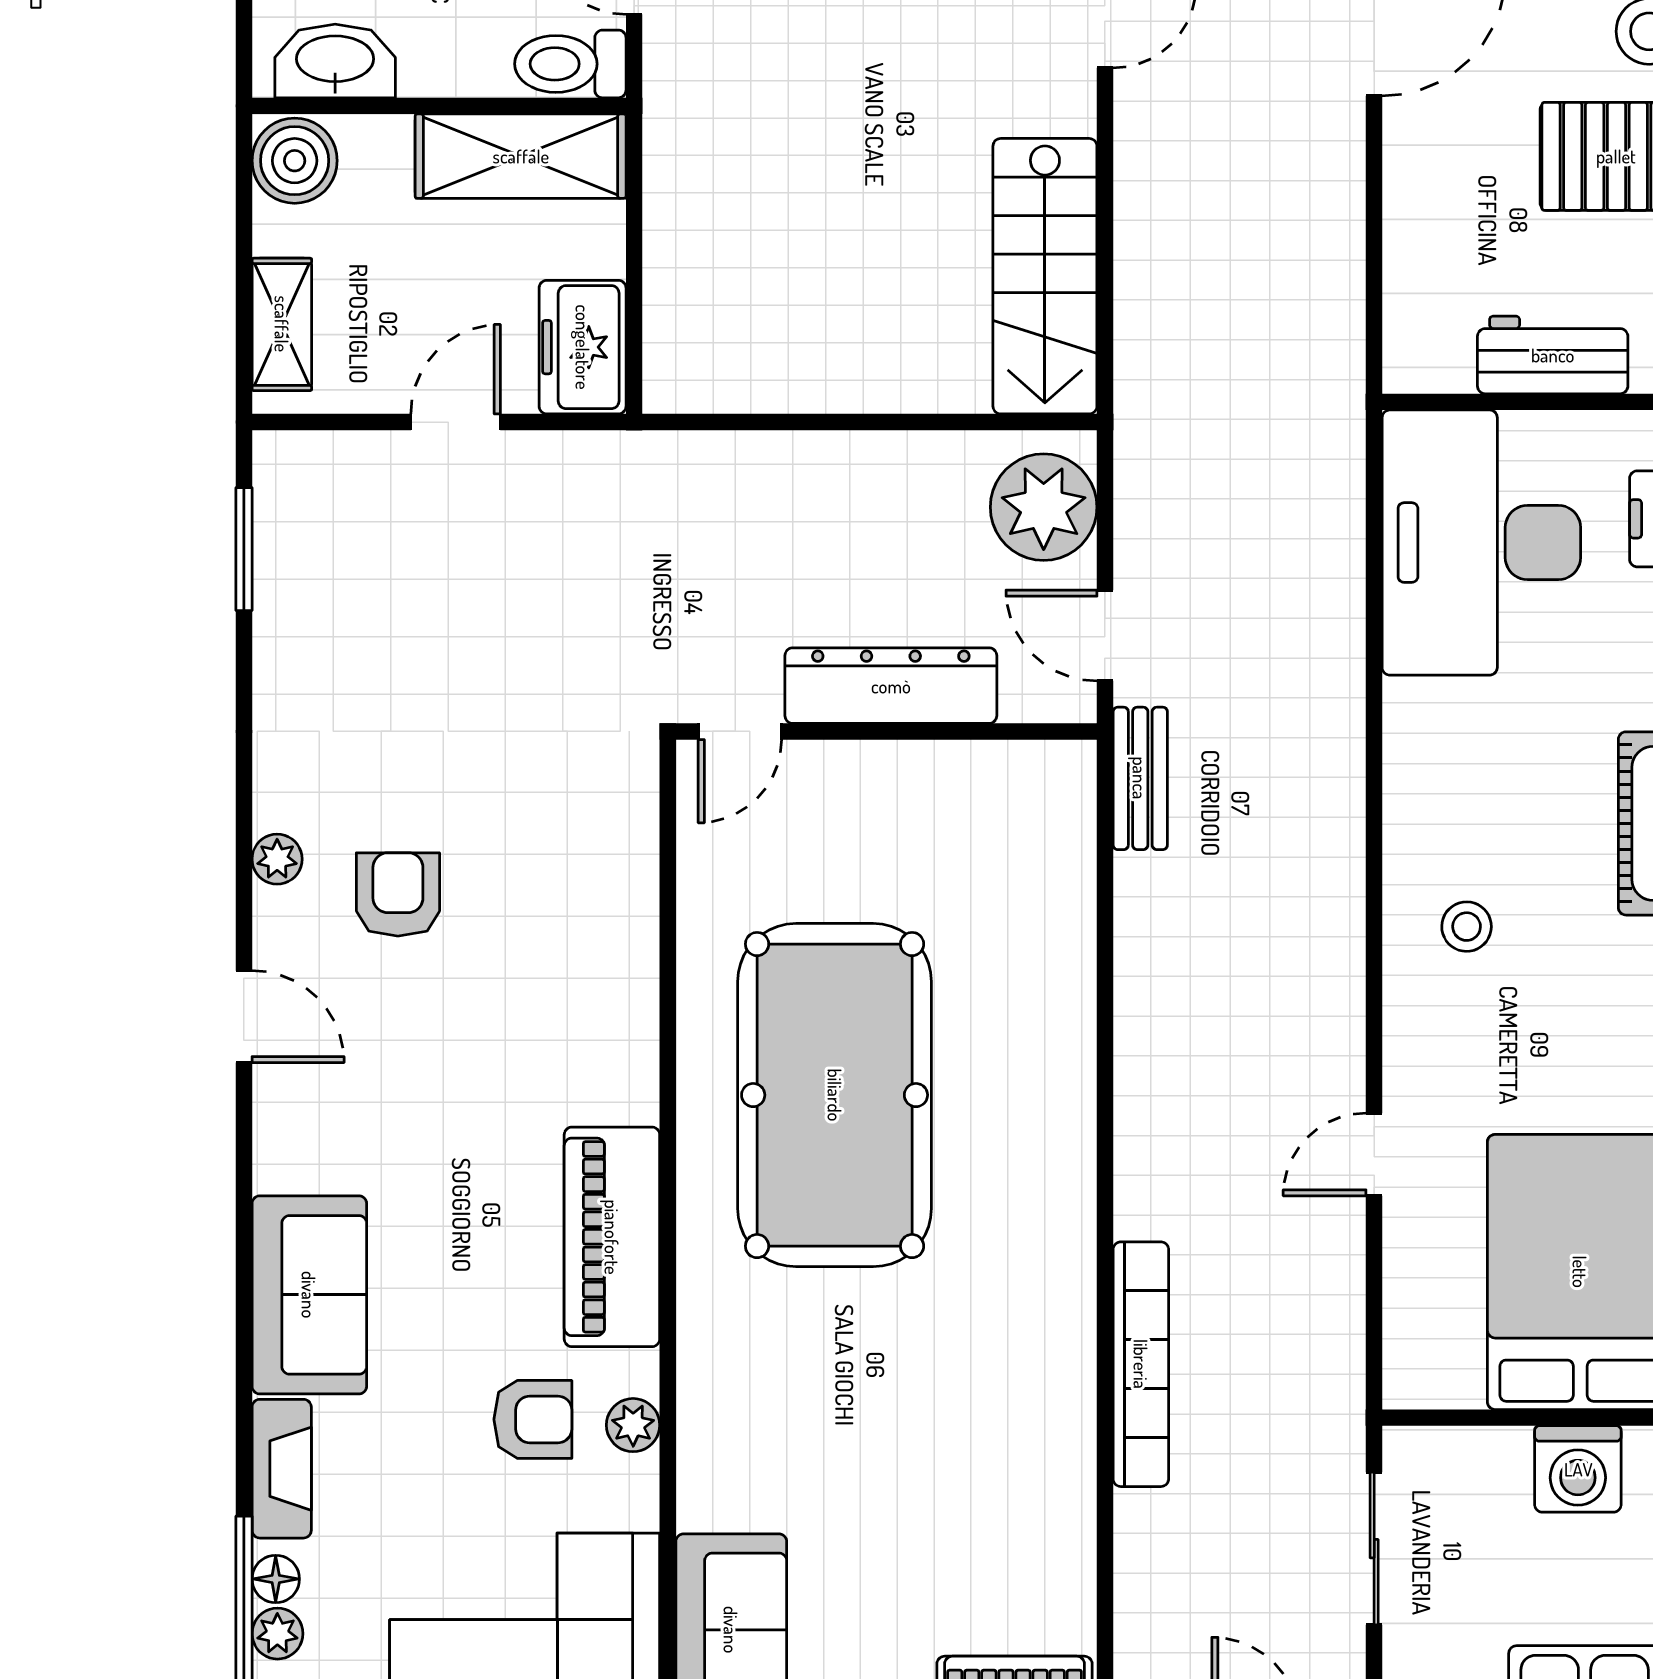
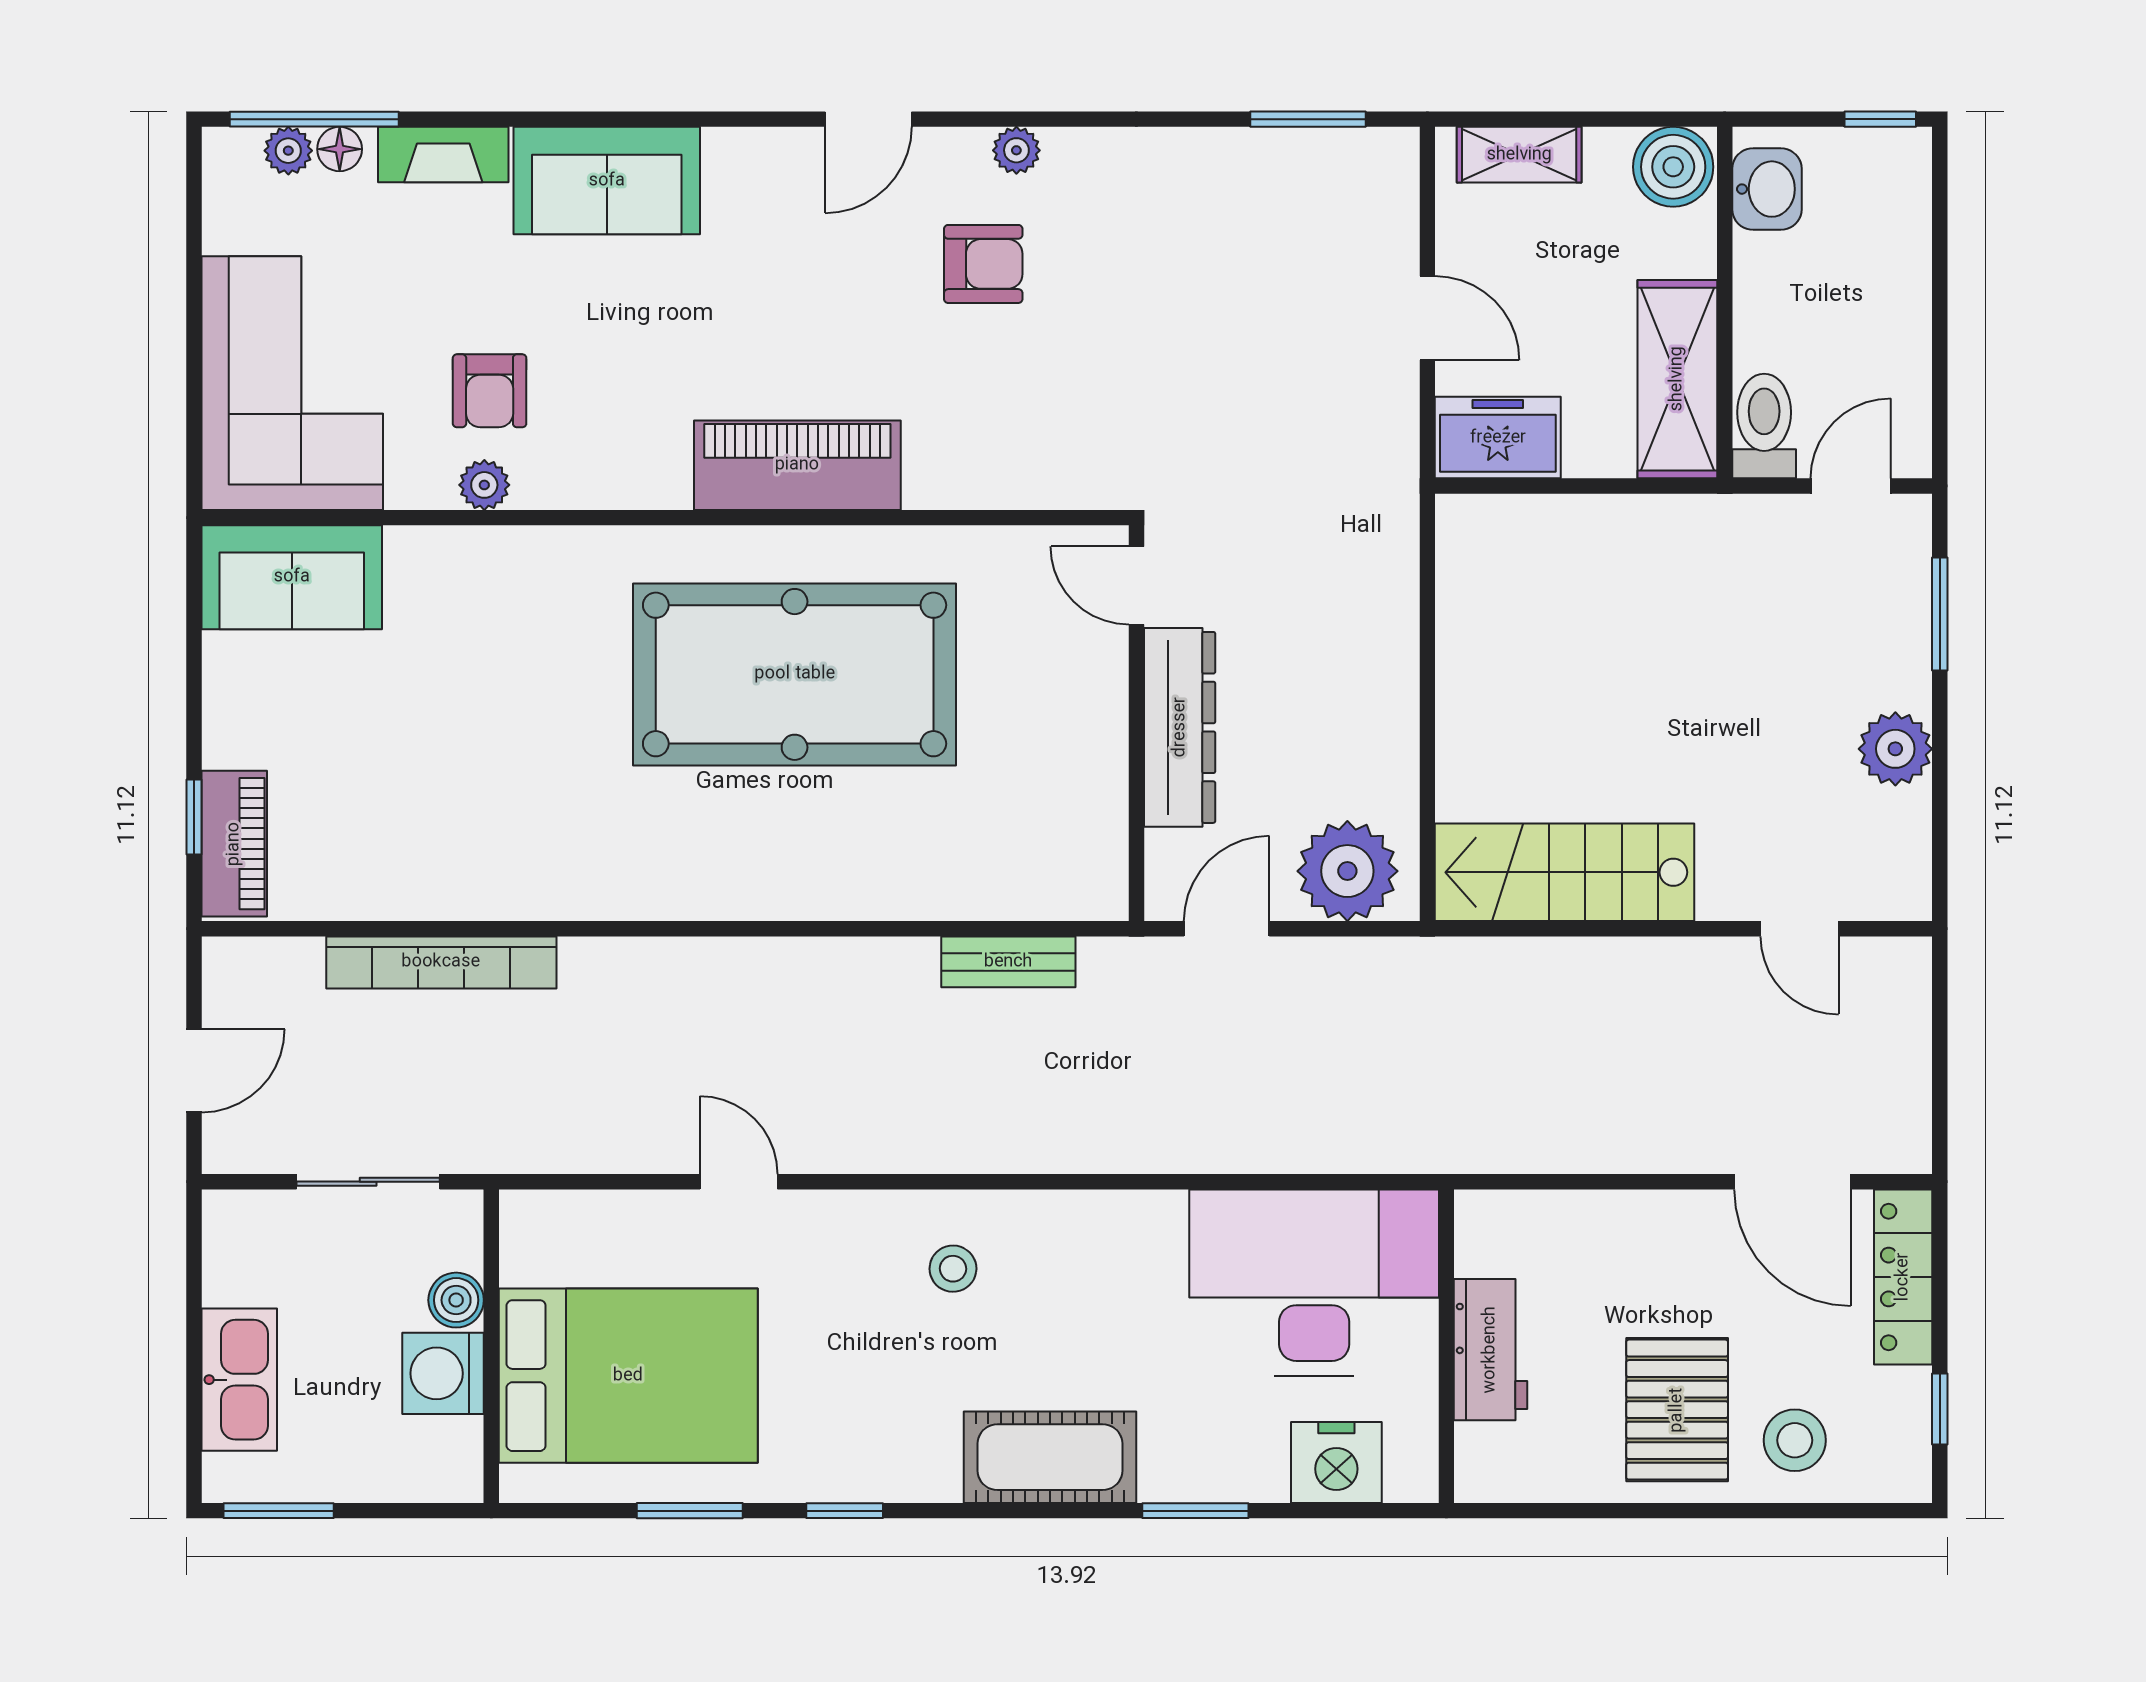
washbasin: (335, 61) -> (1767, 189), width x0.72
bench: (1140, 778) -> (1008, 962), moved
piano: (612, 1237) -> (797, 465), moved
bookcase: (1141, 1364) -> (441, 962), moved
boiler: (1500, 1455) -> (456, 1300), added

